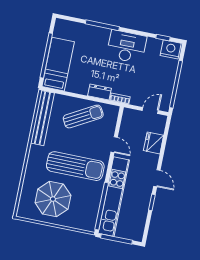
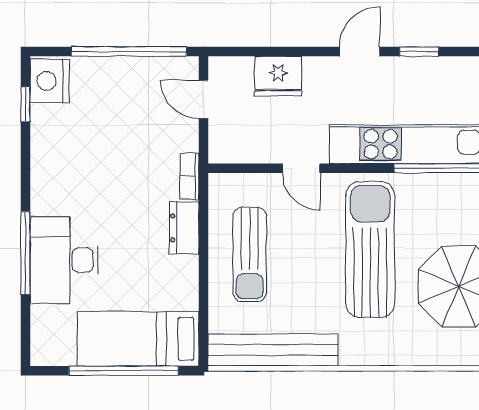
desk: (127, 47) -> (64, 260), moved
sun lounger: (83, 117) -> (250, 255), turned -151
door: (114, 145) -> (301, 168), swing flipped

